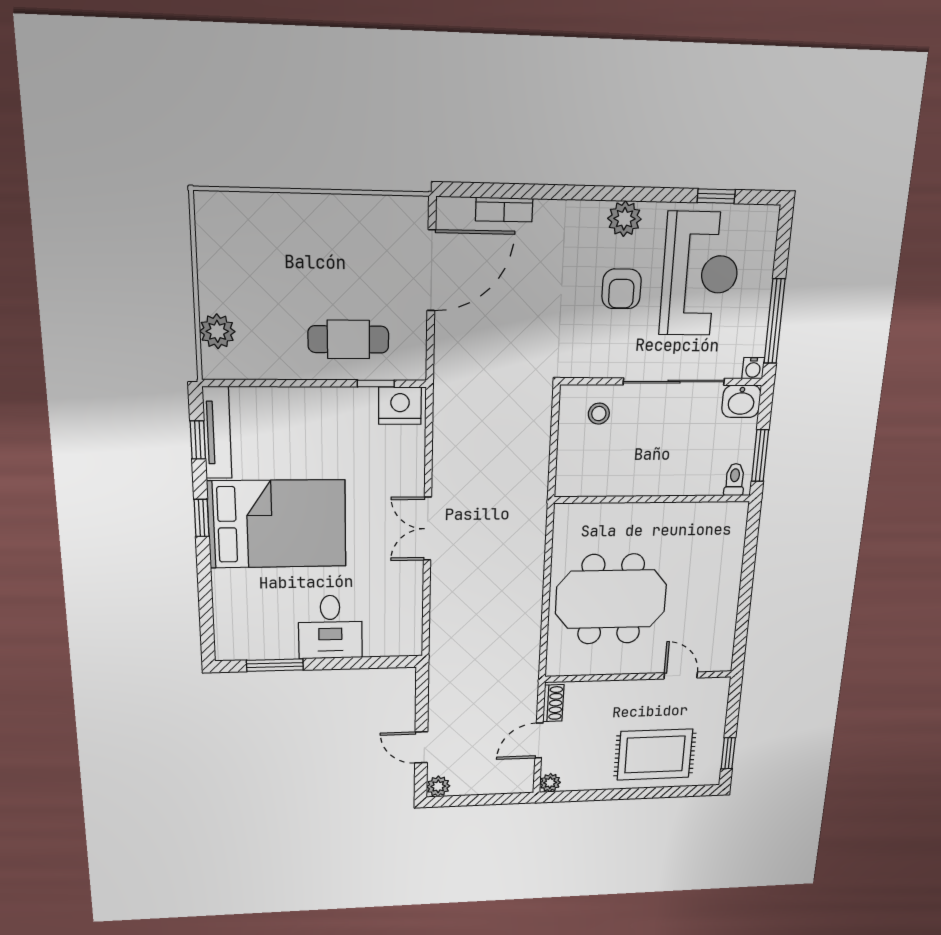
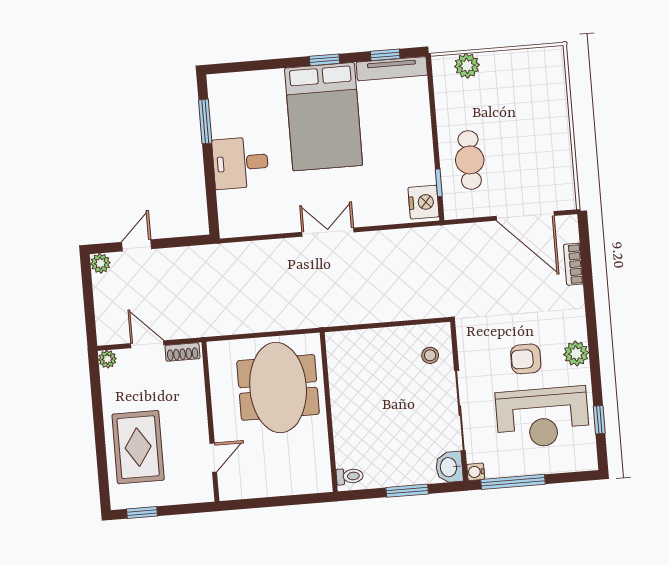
toilet: (735, 480) -> (350, 476), moved
wall: (653, 499) -> (329, 412), moved

